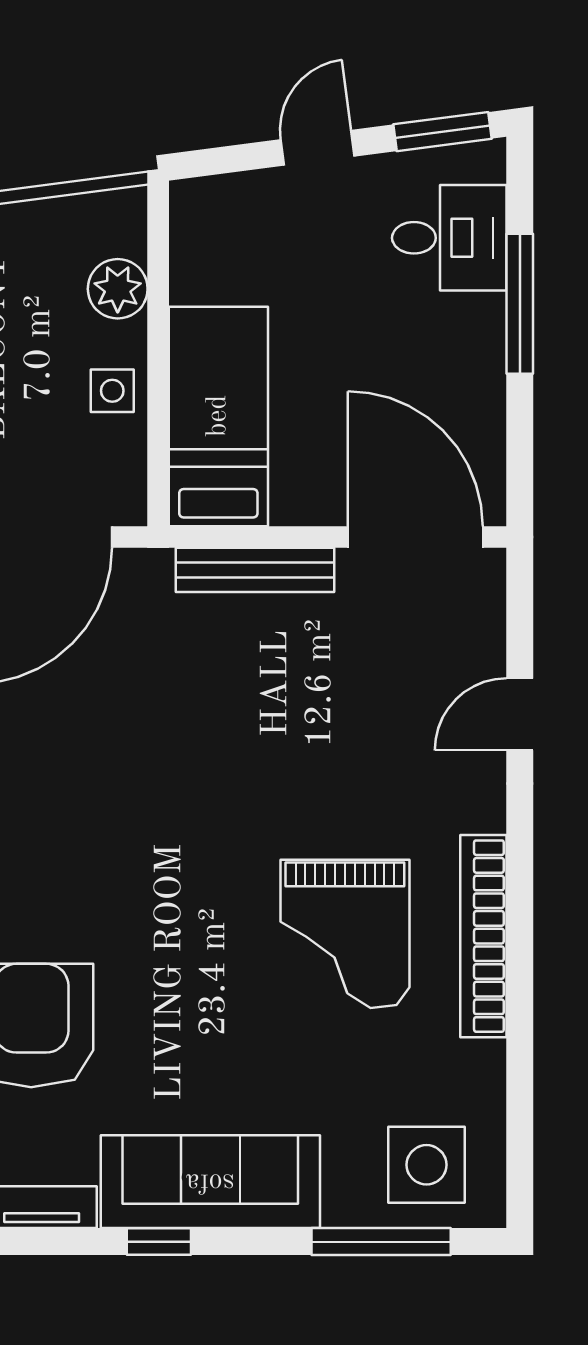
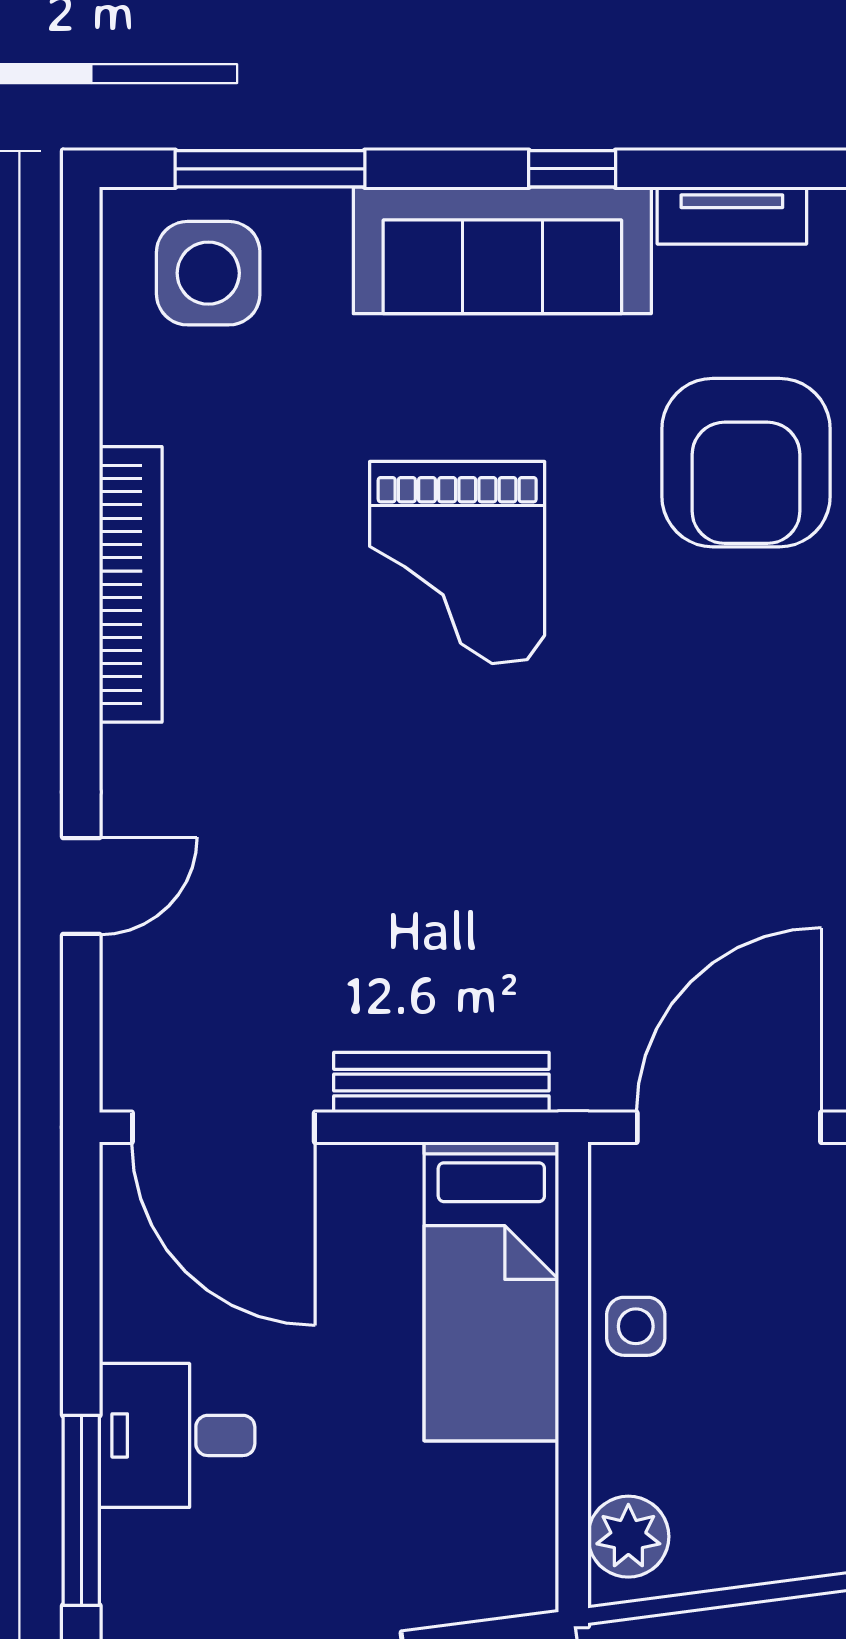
desk: (449, 238) -> (177, 1435), moved
plant: (118, 289) -> (628, 1537), moved
window: (520, 304) -> (81, 1510), moved
grand piano: (345, 934) -> (457, 562), moved, turned 180

